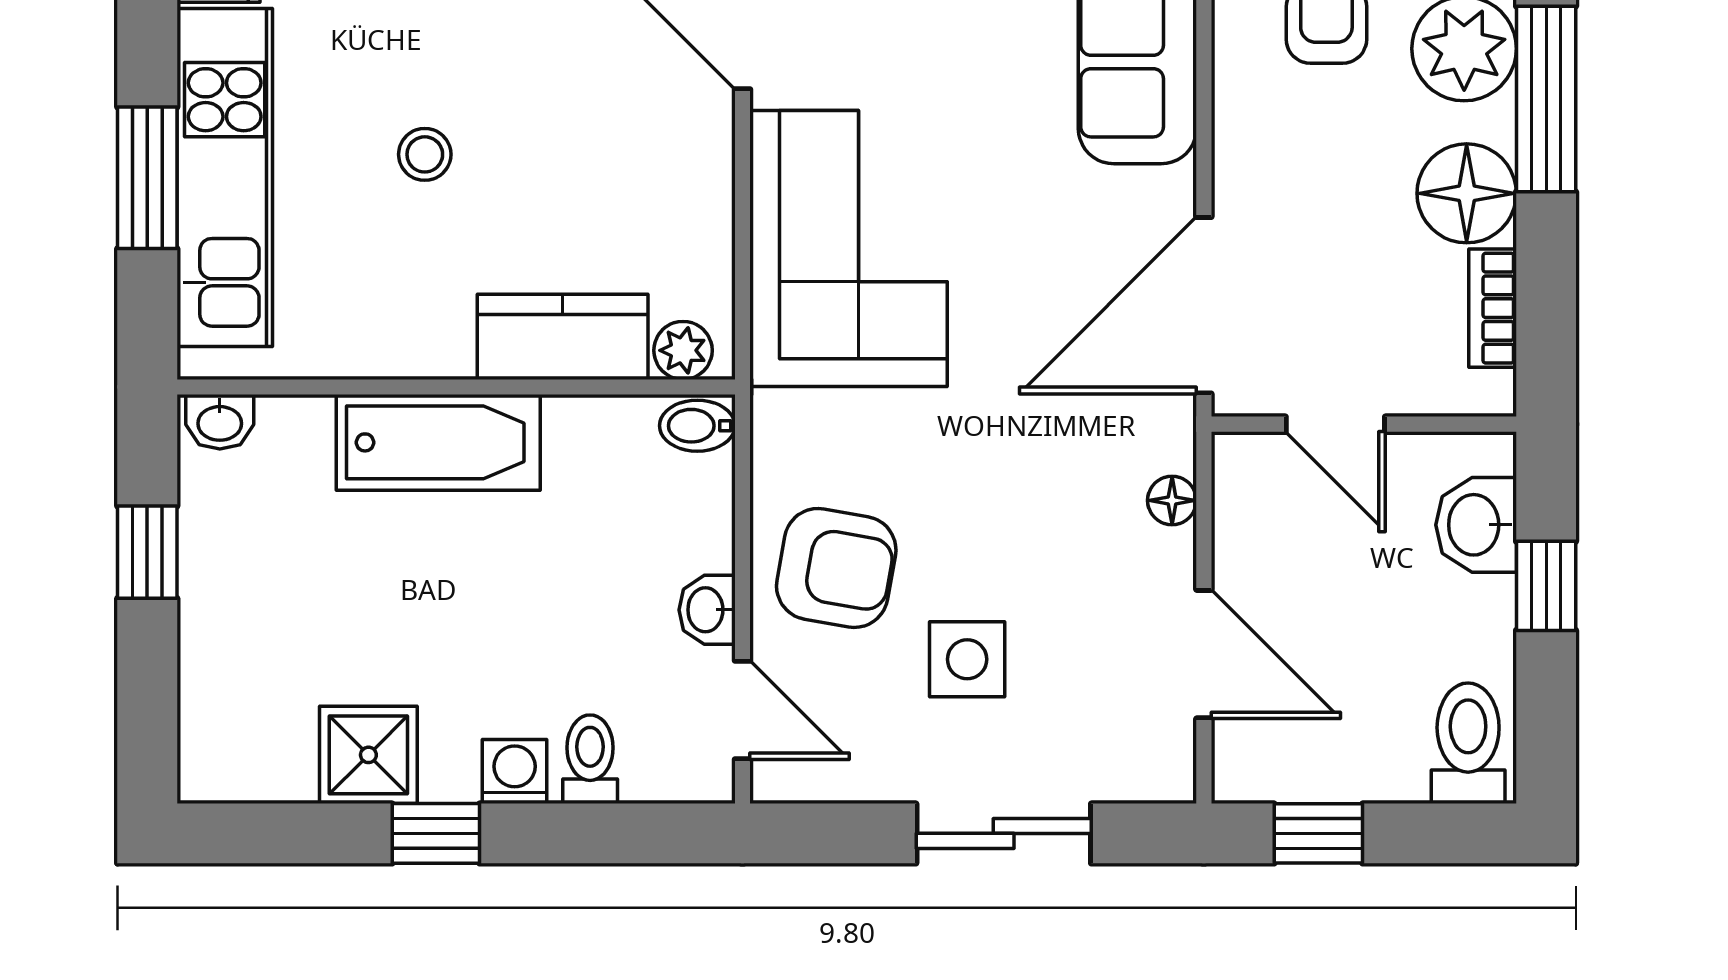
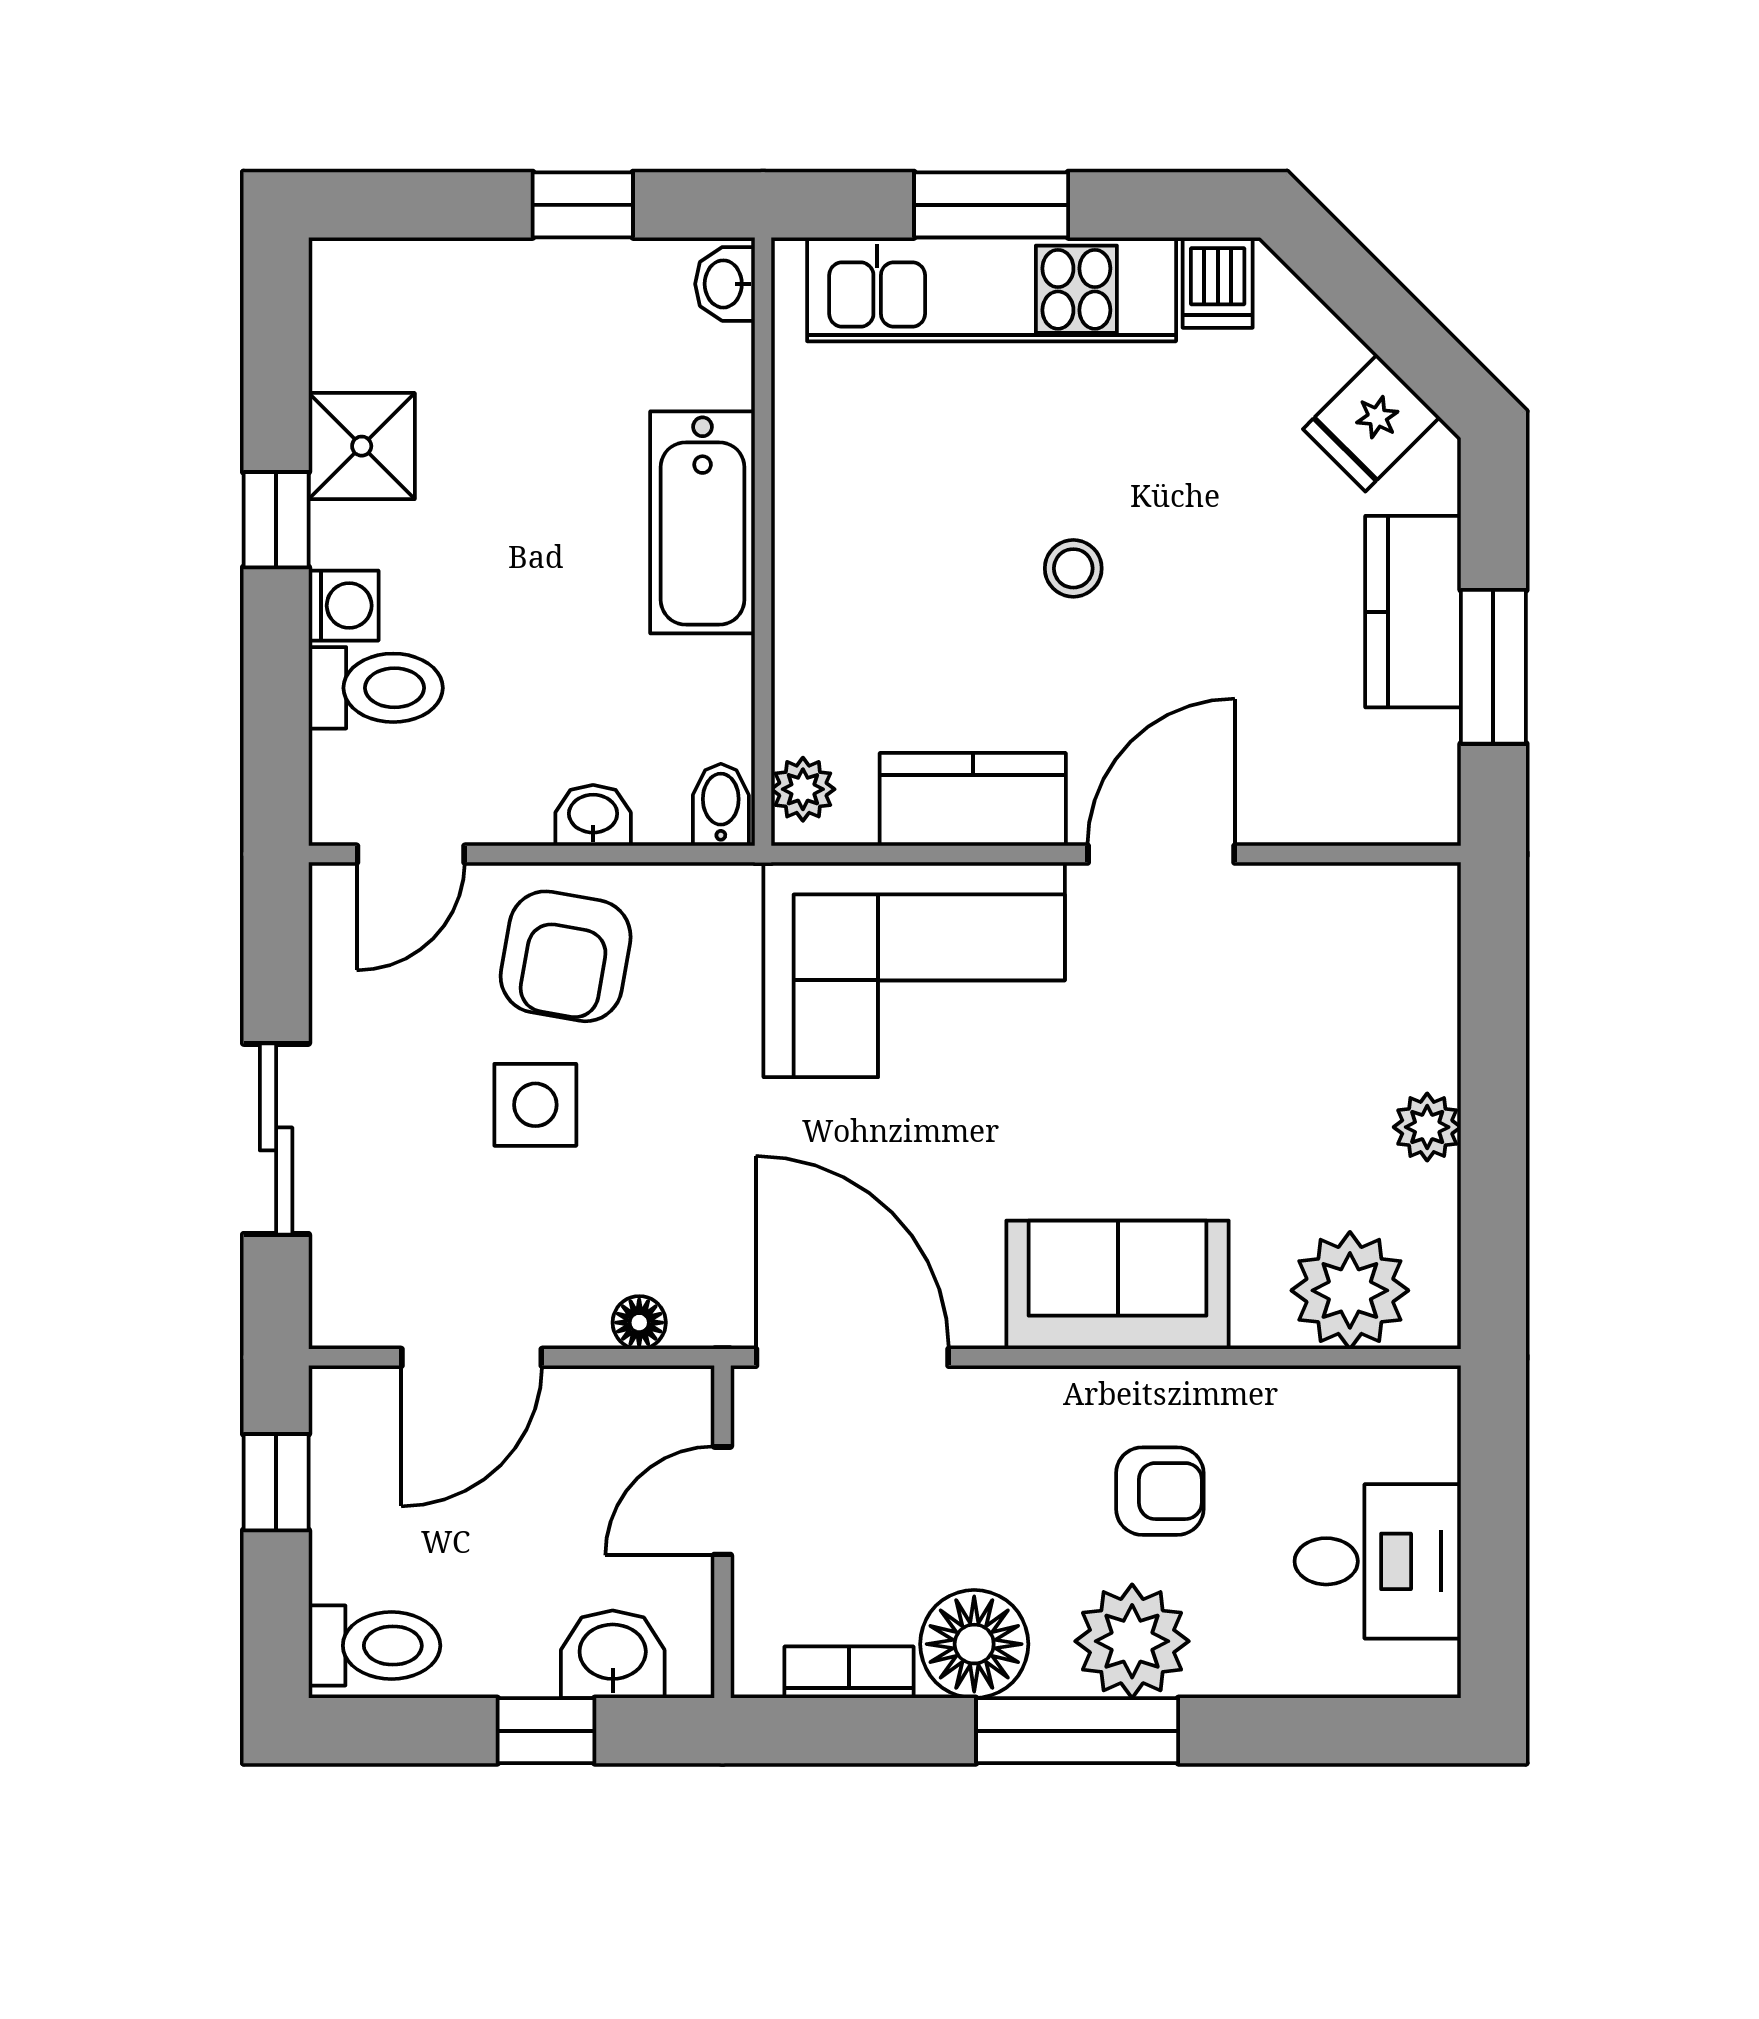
stool: (425, 154) -> (1073, 568), moved
kitchen counter: (563, 337) -> (973, 799), moved, turned -90
washbasin: (707, 610) -> (593, 815), moved
side table: (967, 659) -> (535, 1105), moved
toilet: (590, 759) -> (376, 688), width x1.37, depth x1.39

